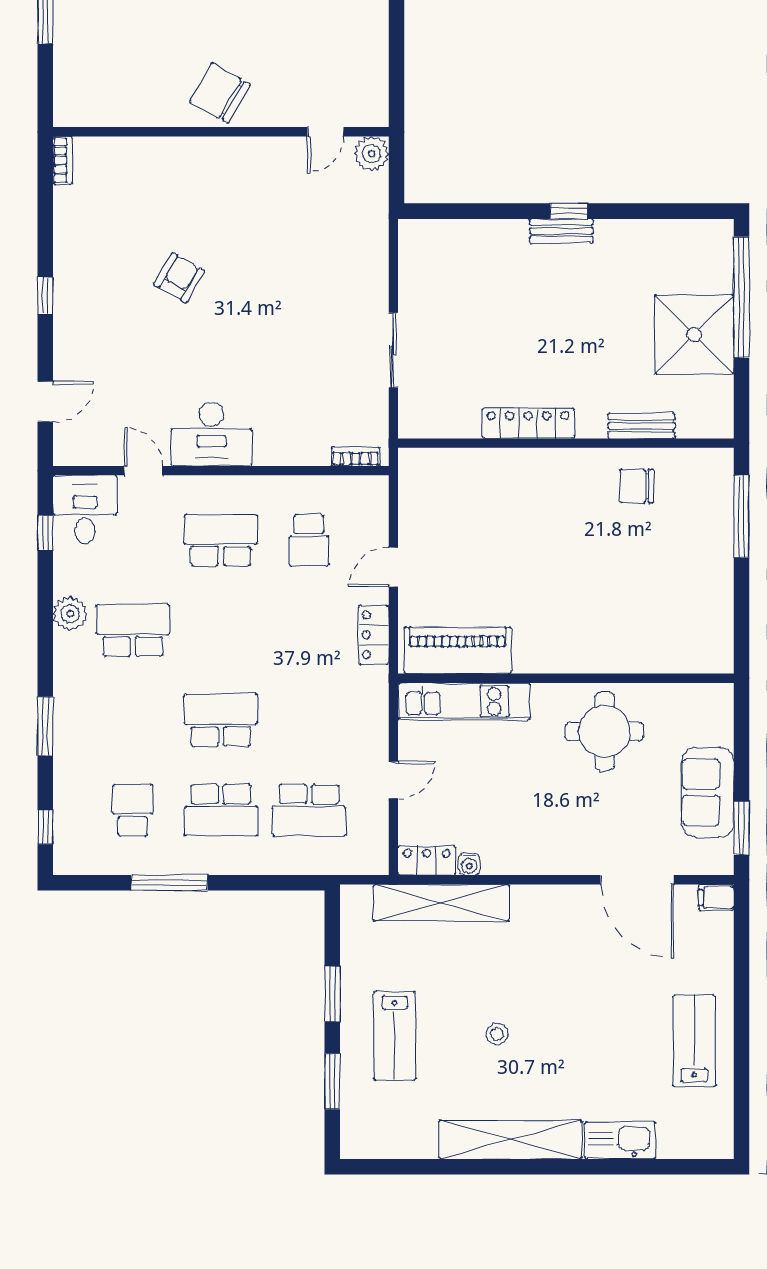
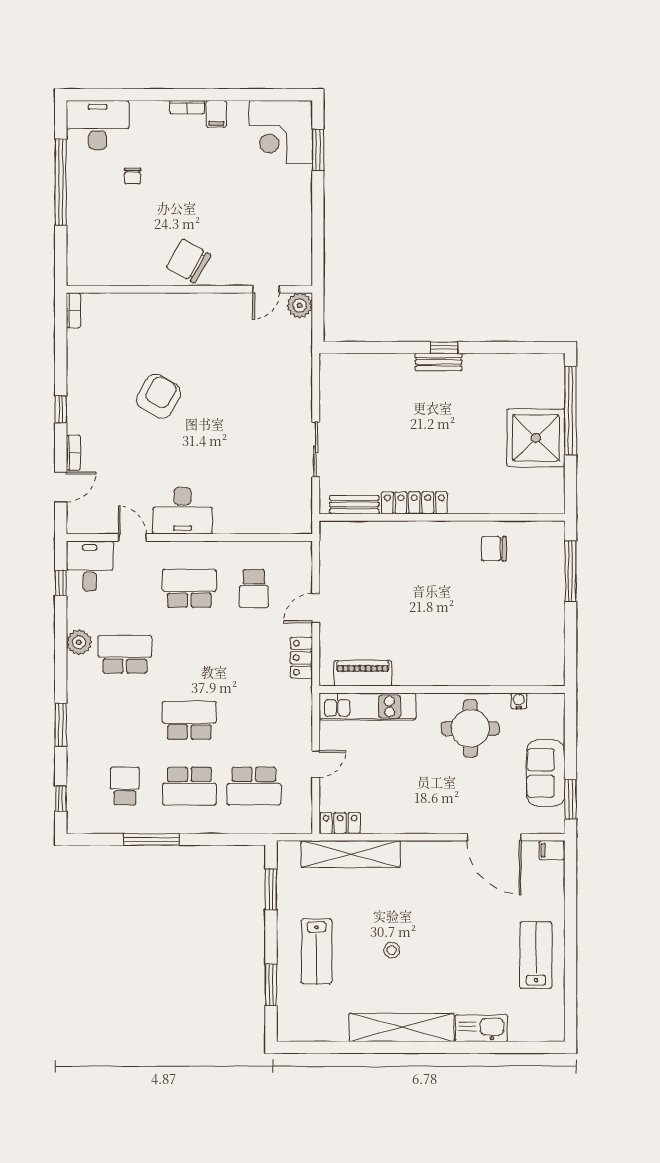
armchair: (179, 278) -> (159, 396), width x1.38, depth x1.38
bench: (641, 426) -> (354, 505), moved
bookcase: (356, 456) -> (73, 453), moved, turned 90
piano: (458, 650) -> (363, 673), width x0.73, depth x0.75
water cooler: (469, 864) -> (519, 701), moved, turned 180
window: (332, 994) -> (271, 889), moved

